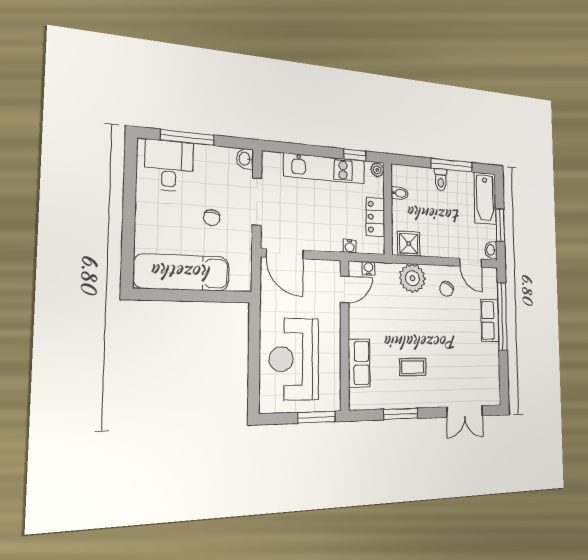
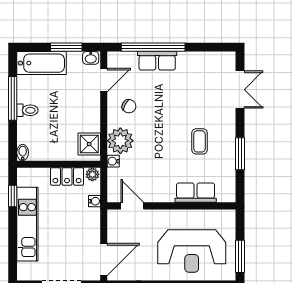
plant: (377, 170) -> (92, 174), moved
bidet: (400, 193) -> (23, 152), moved
water cooler: (369, 268) -> (113, 161), moved
window: (316, 417) -> (240, 256), moved

